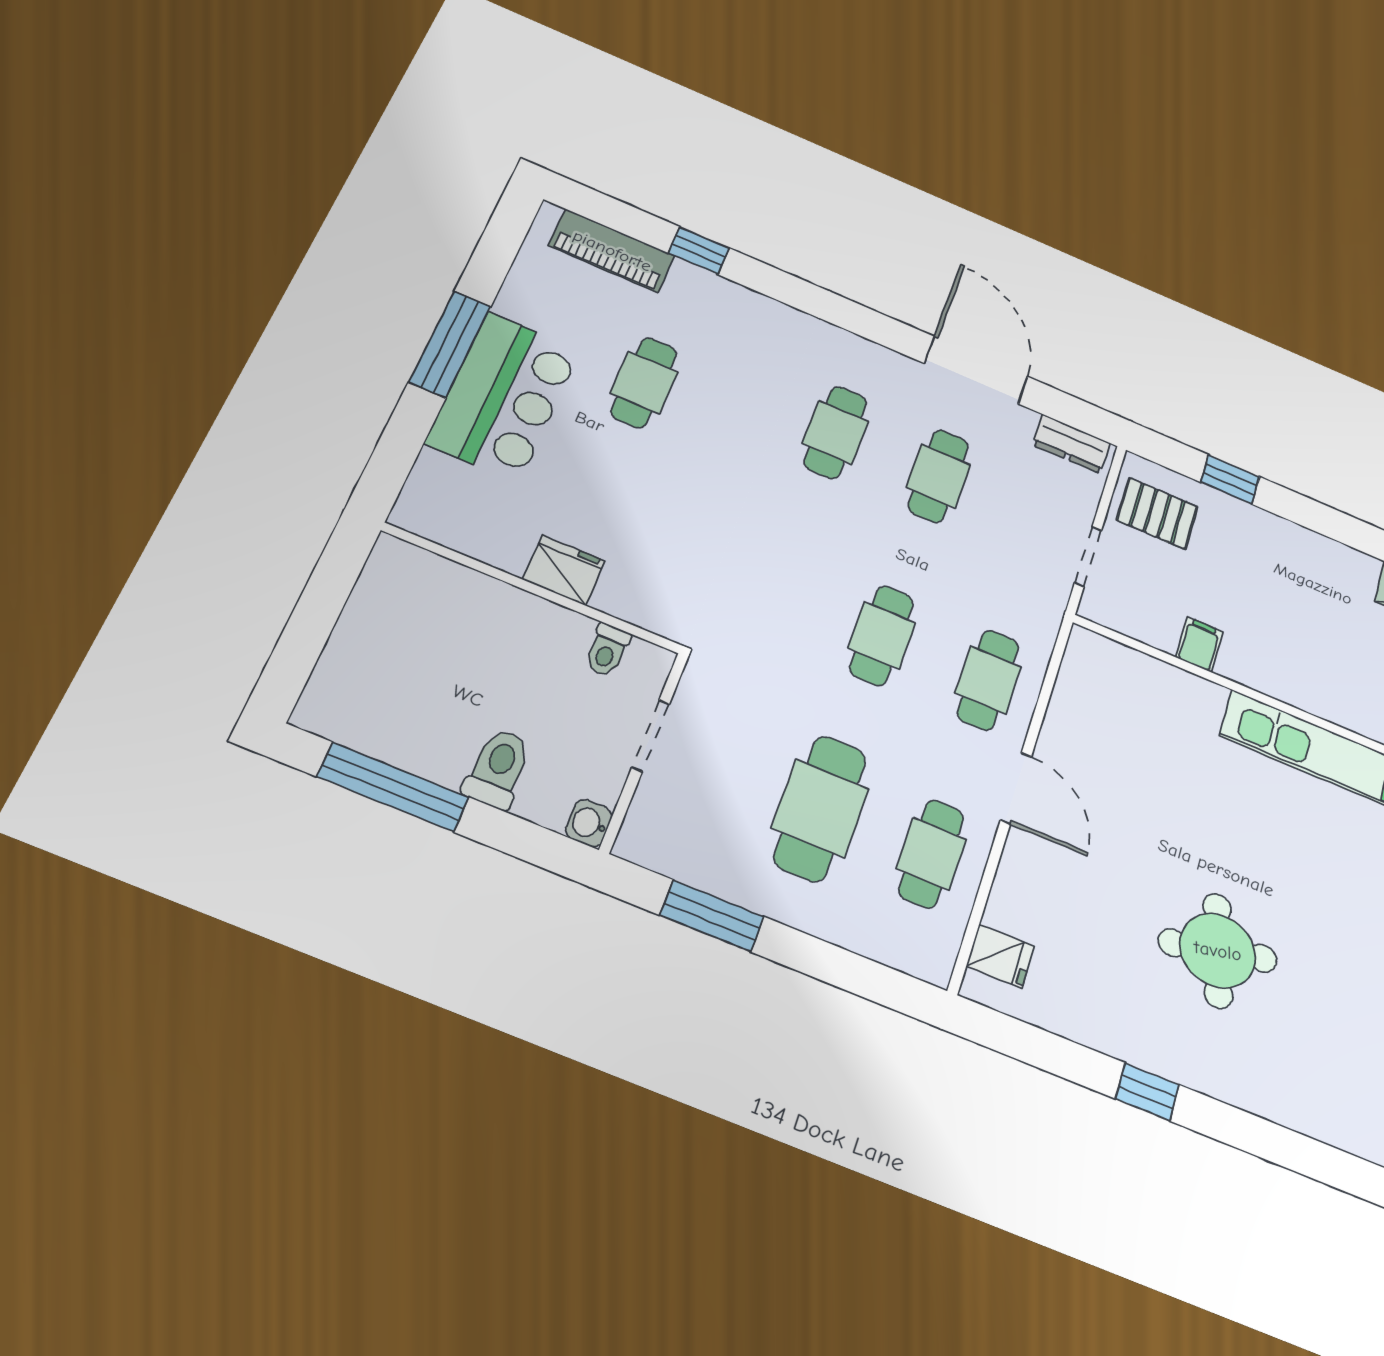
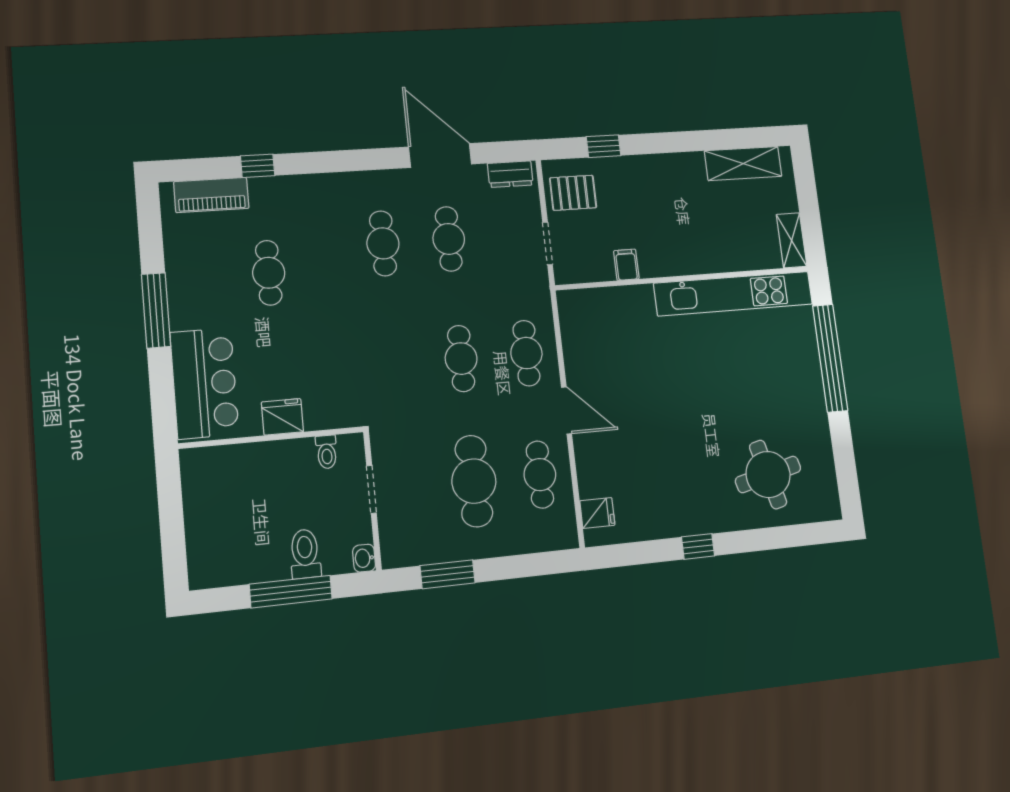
bar counter: (504, 396) -> (204, 383), moved
window: (393, 787) -> (291, 592), moved
round table: (1218, 951) -> (768, 474), moved

